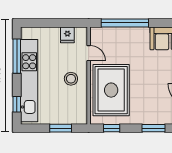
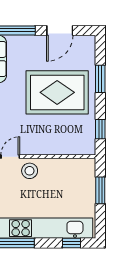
stool: (71, 79) -> (30, 171), moved
rug: (111, 90) -> (57, 92), moved

